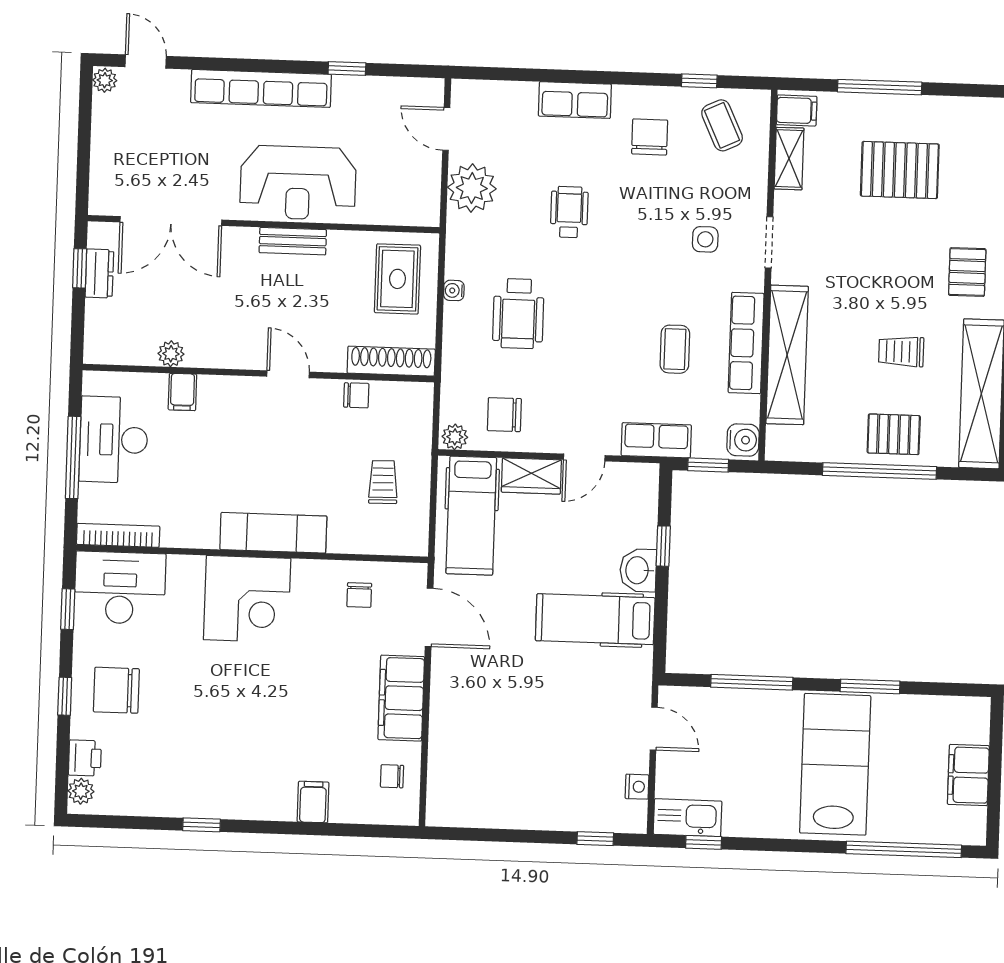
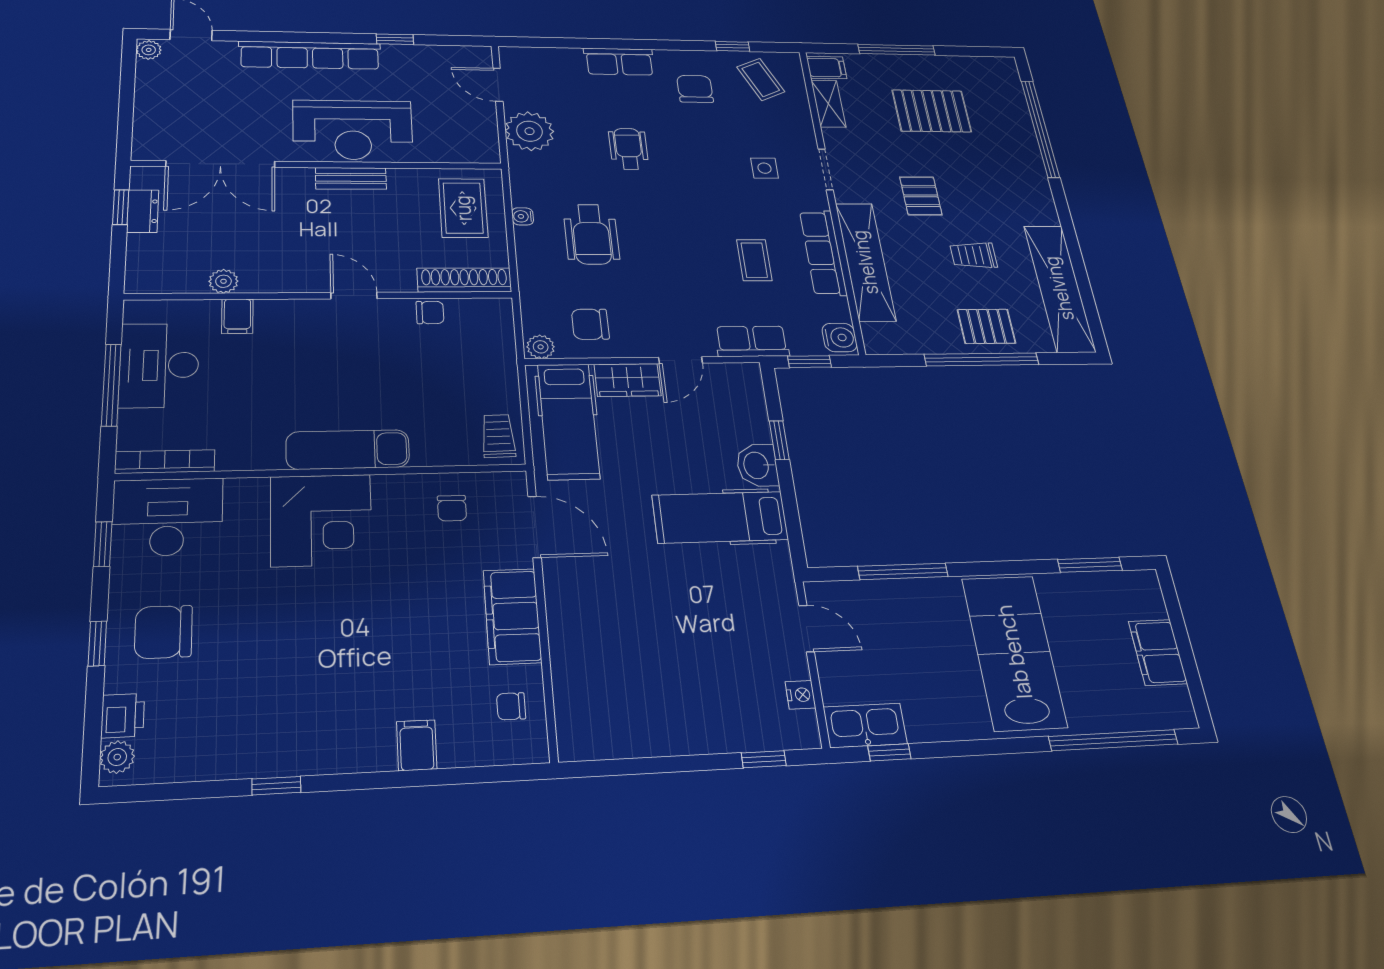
pallet: (967, 272) -> (921, 196), moved
trolley: (383, 482) -> (498, 436), moved
window: (870, 686) -> (1090, 565), moved

